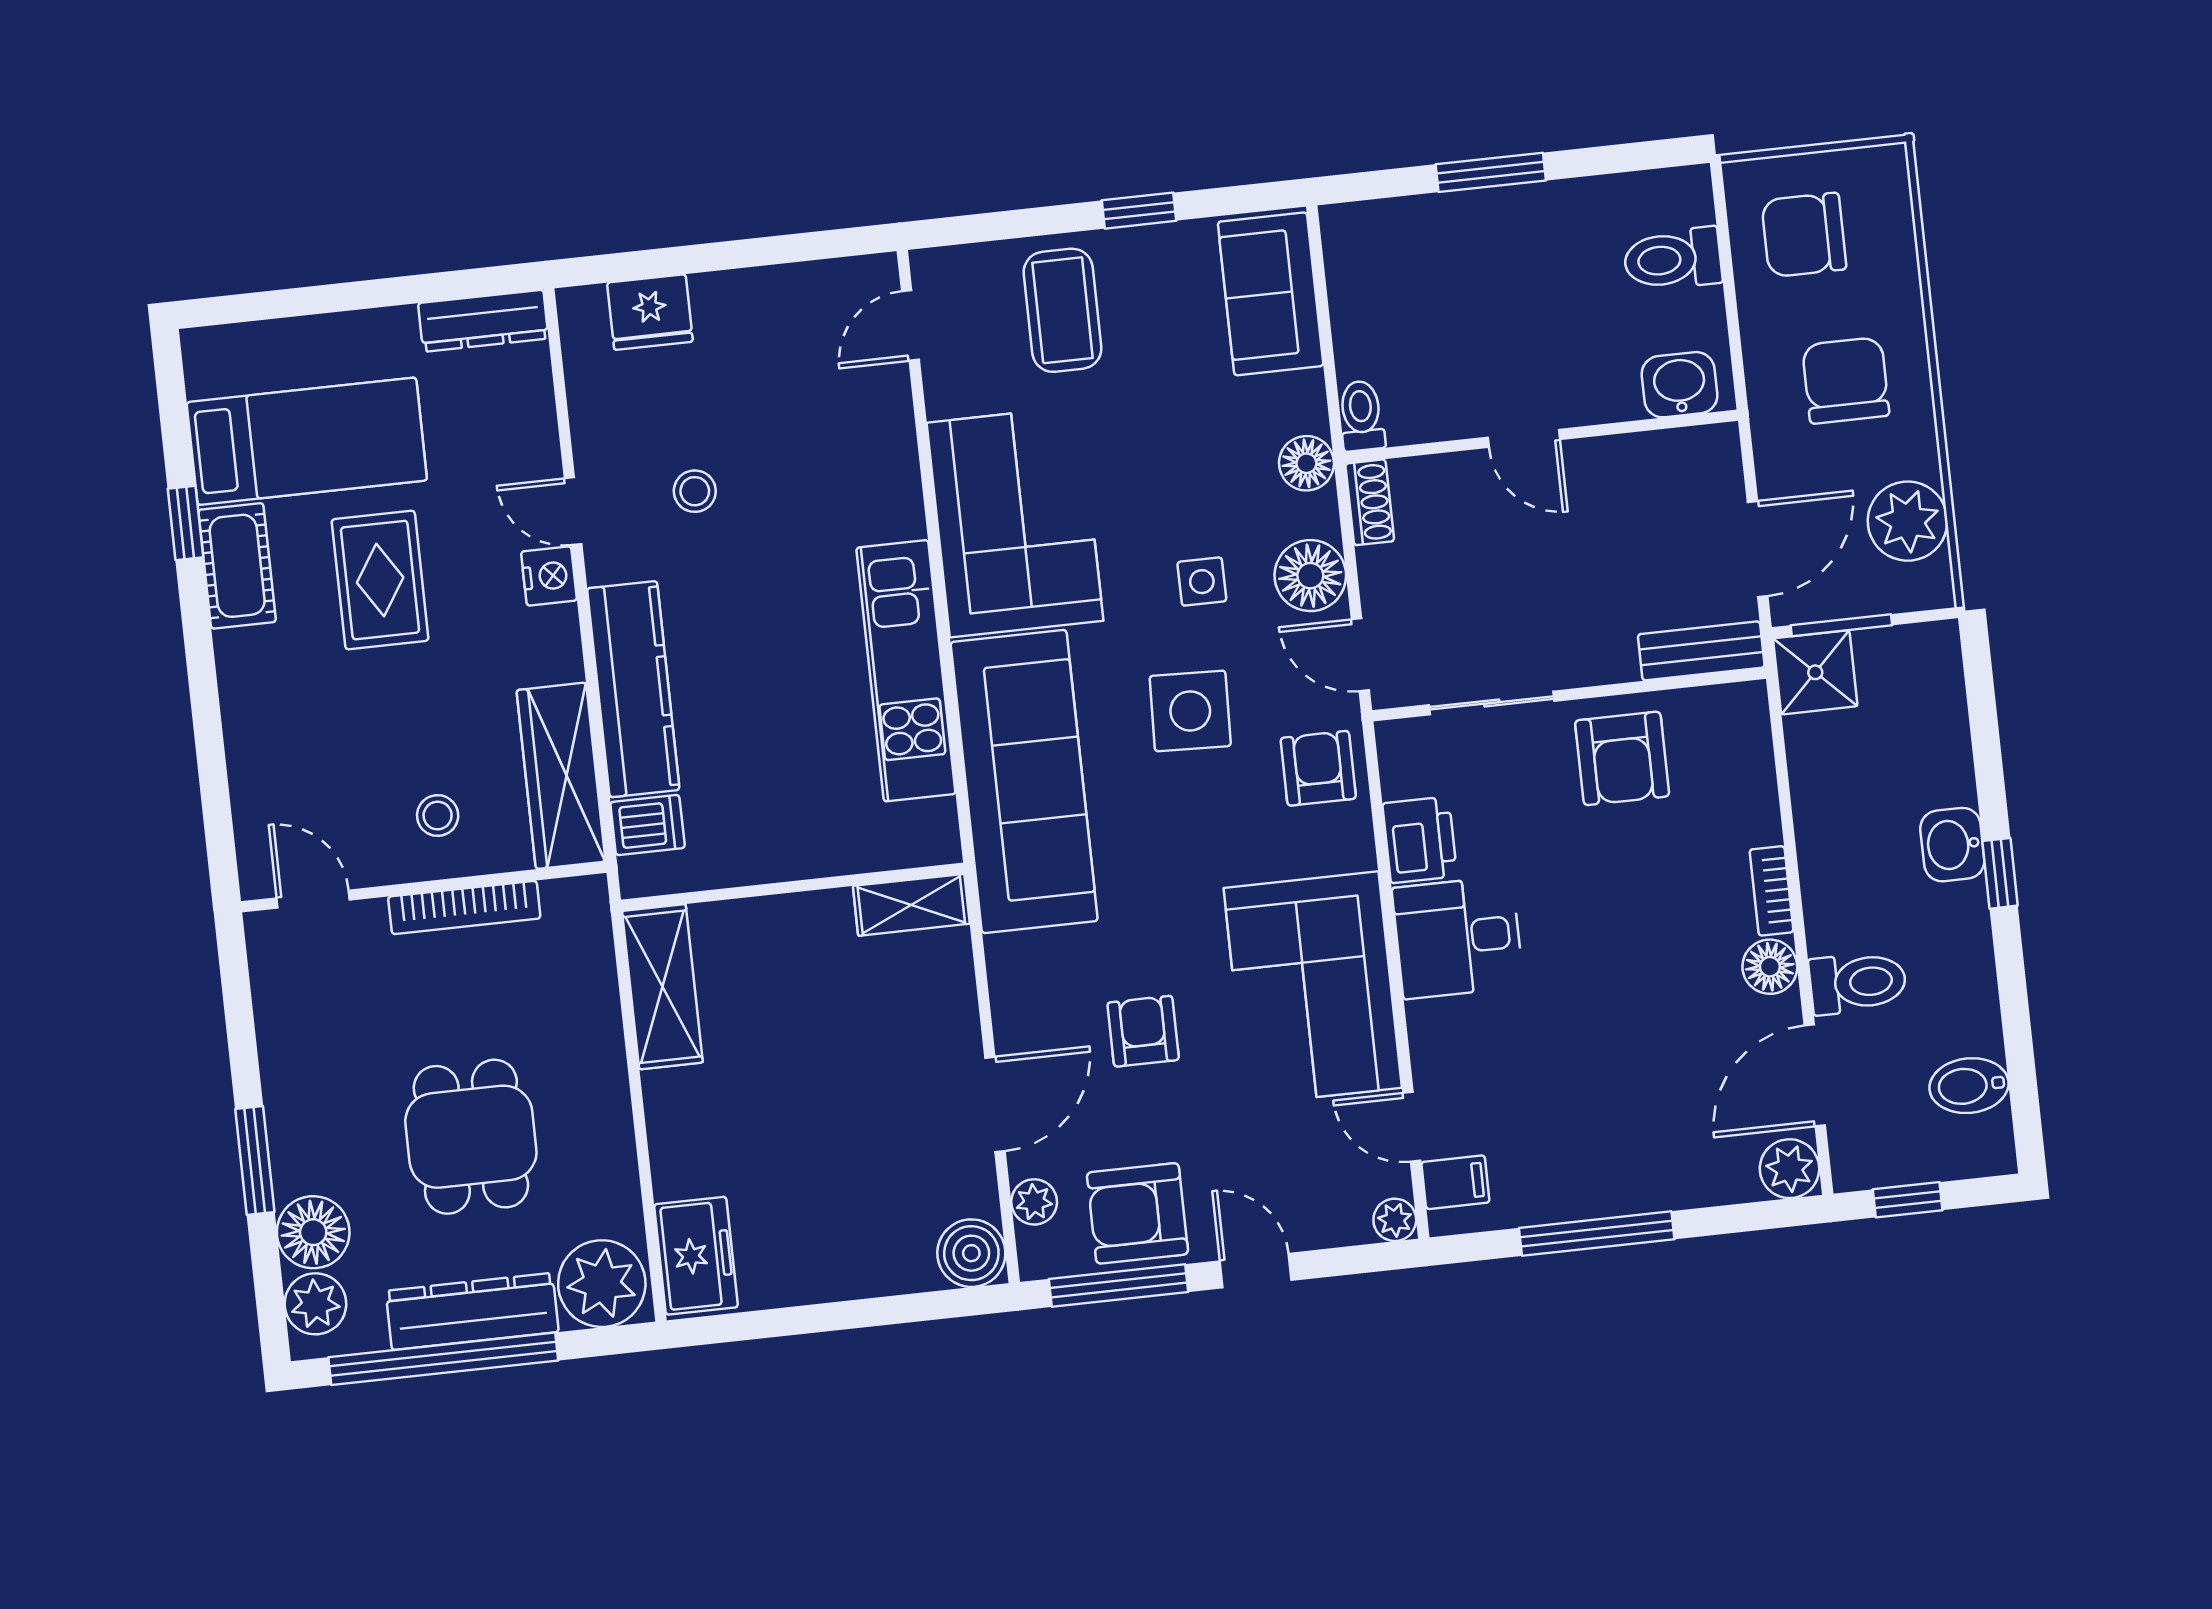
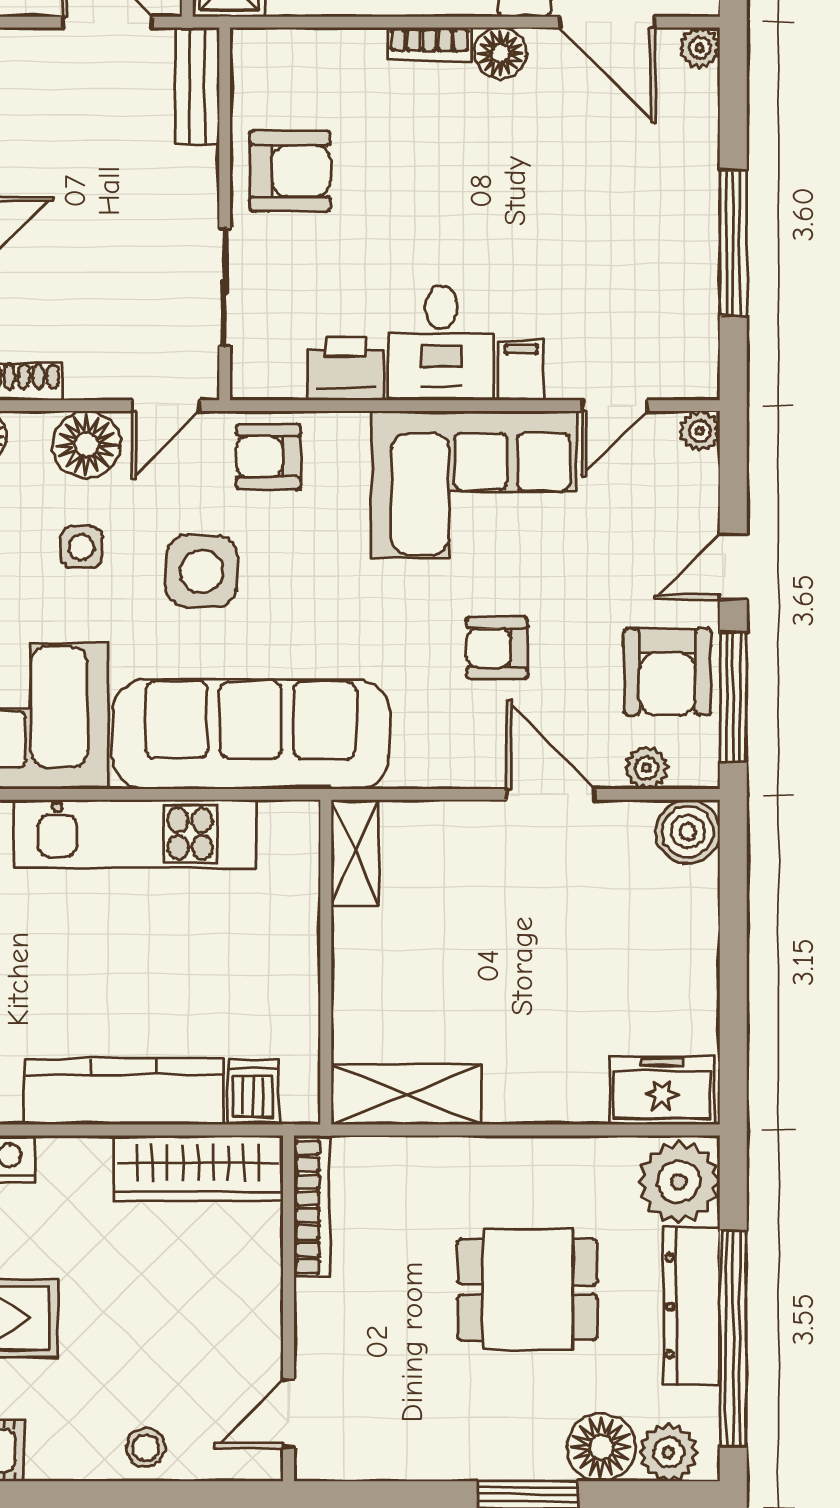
stool: (438, 816) -> (146, 1448), moved
bookcase: (464, 908) -> (312, 1207), moved
plant: (1790, 1169) -> (700, 48), width x0.73, depth x0.73
filing cabinet: (1455, 1182) -> (521, 370), moved

